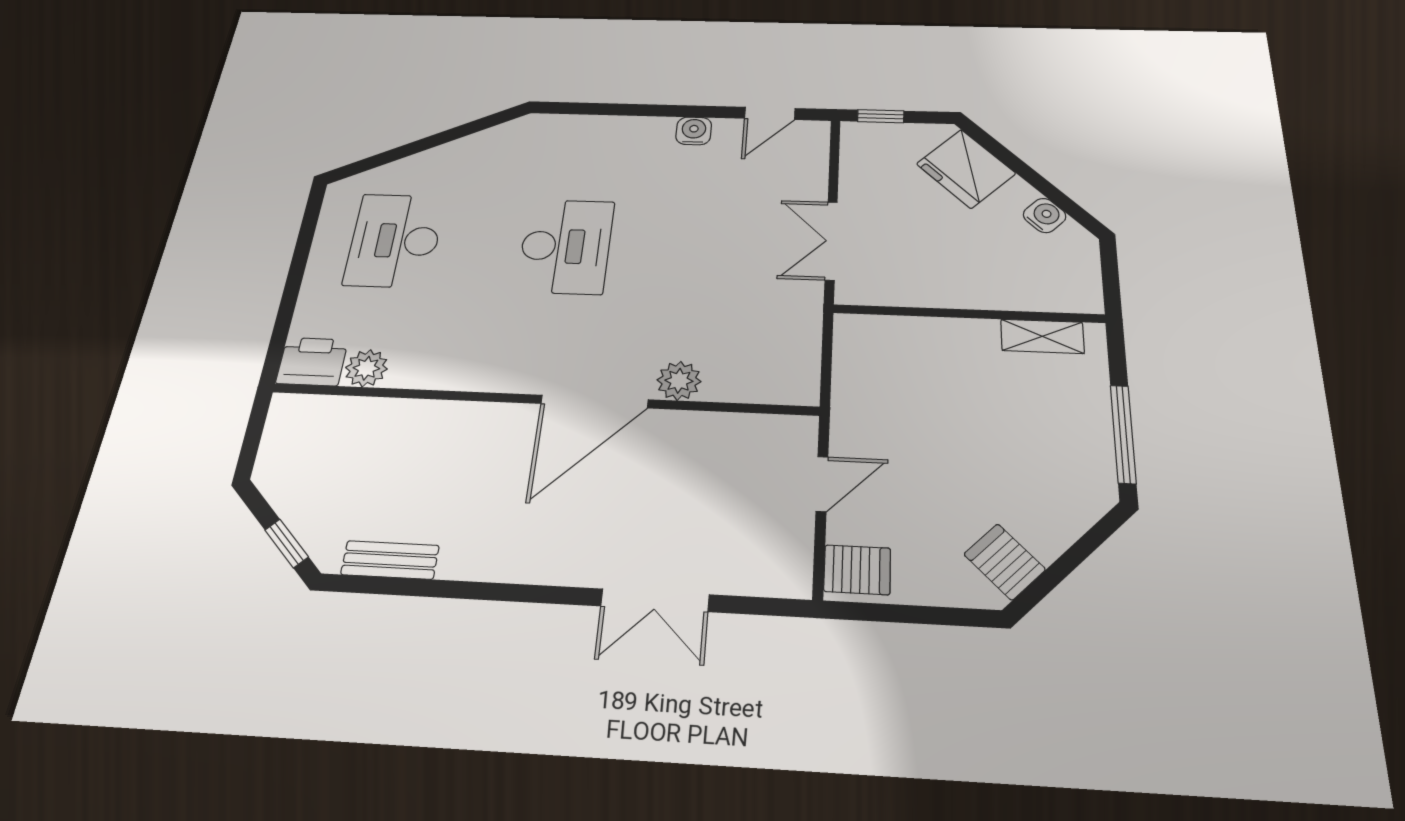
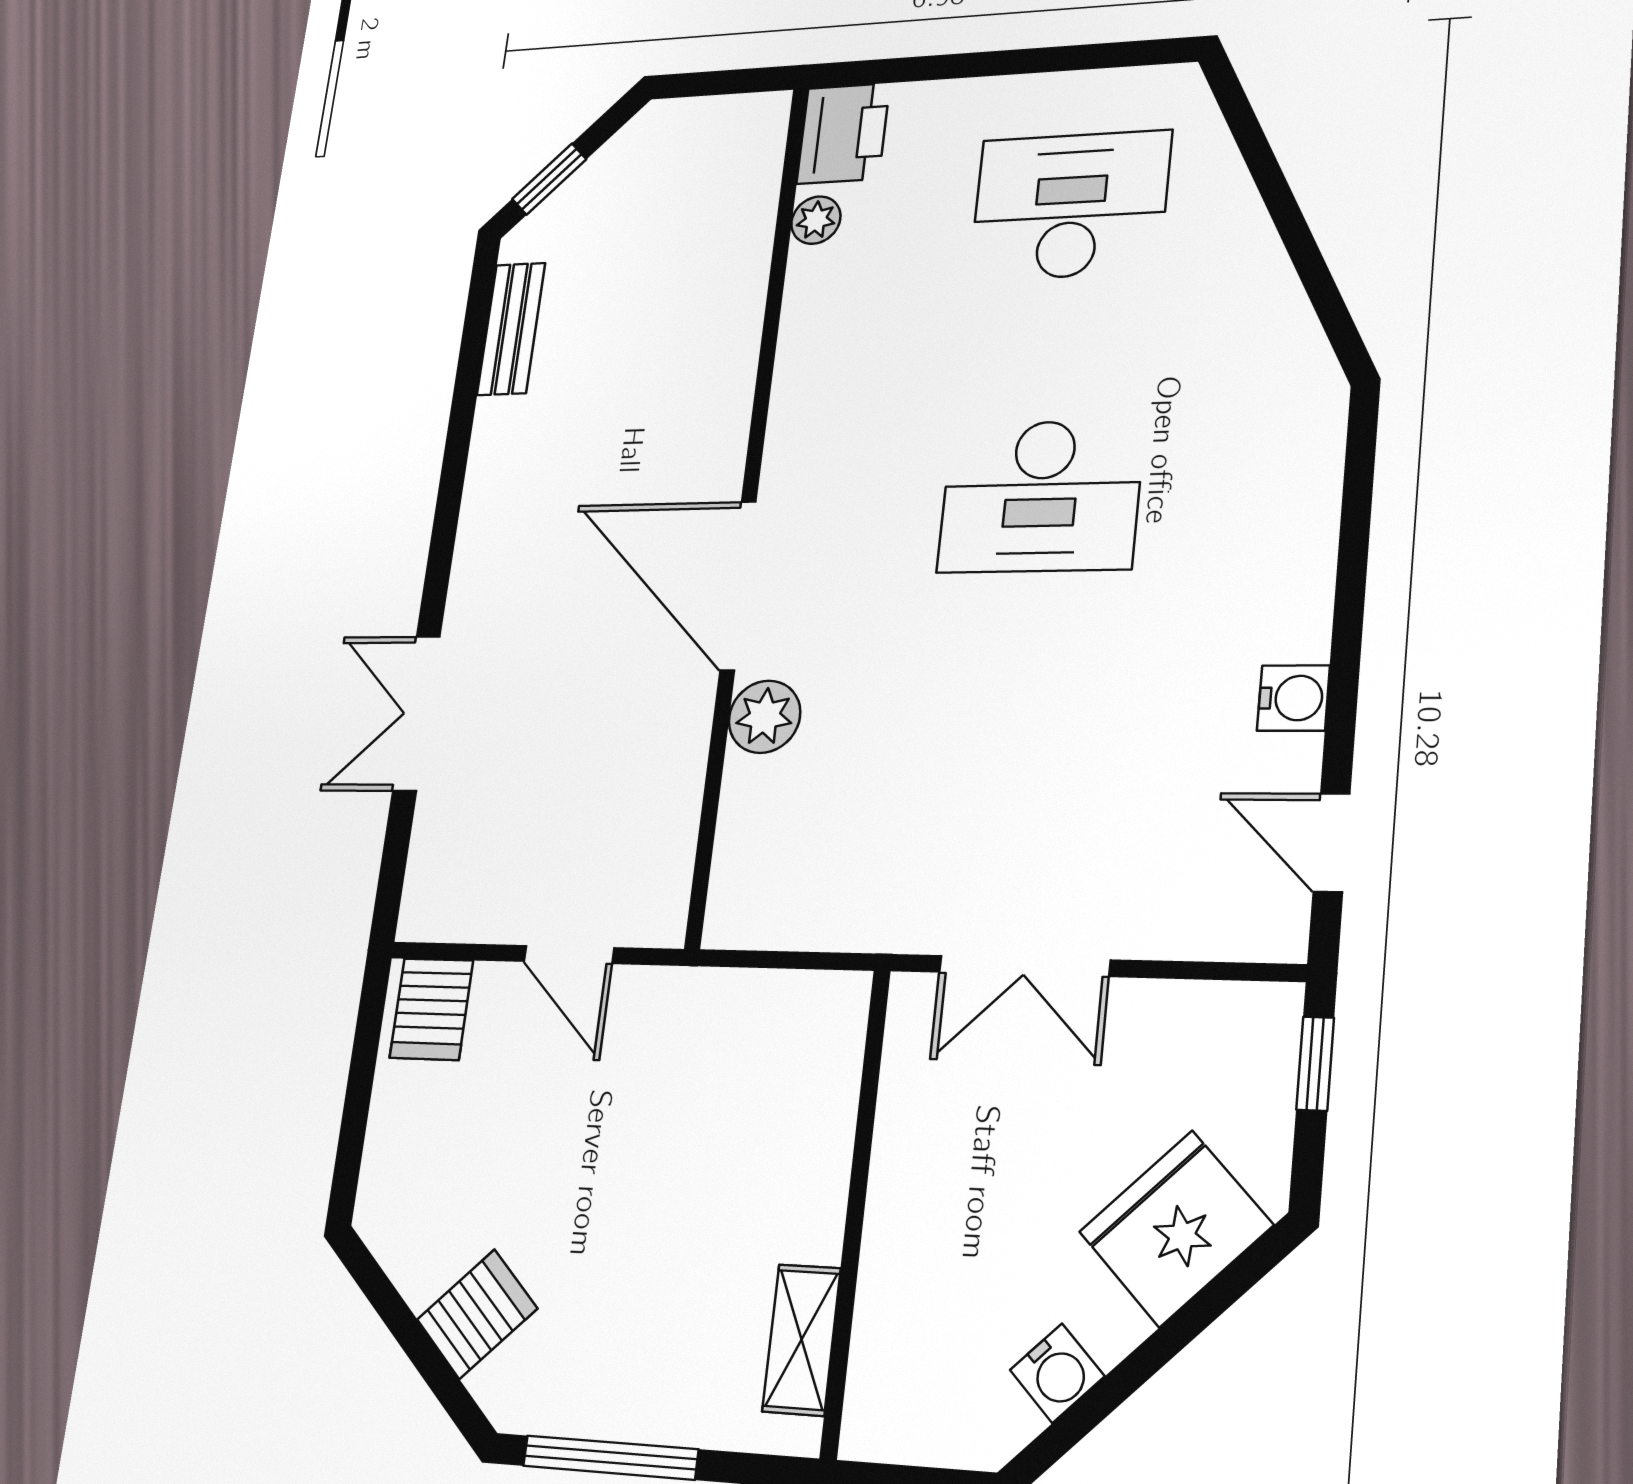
double door: (831, 241) -> (1024, 966), swing flipped
plant: (366, 368) -> (816, 220), width x0.73, depth x0.73
server rack: (1005, 562) -> (477, 1314), moved

